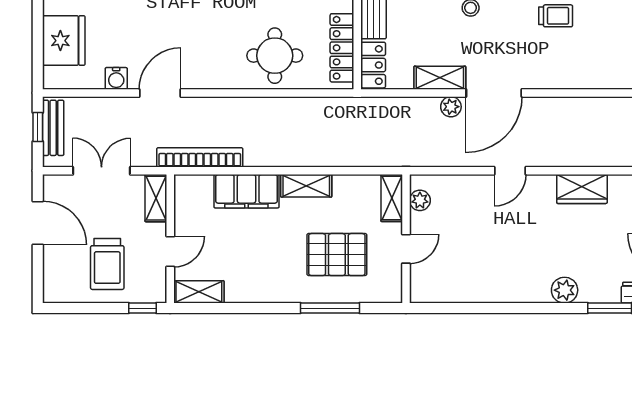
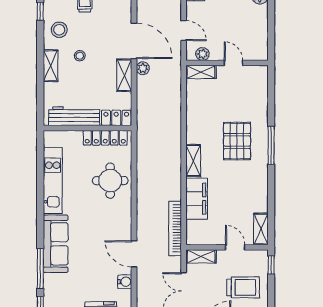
shelving: (392, 198) -> (201, 72), moved
plant: (420, 200) -> (202, 54), moved
wall: (406, 239) -> (227, 63), moved
door: (406, 249) -> (233, 63), moved

